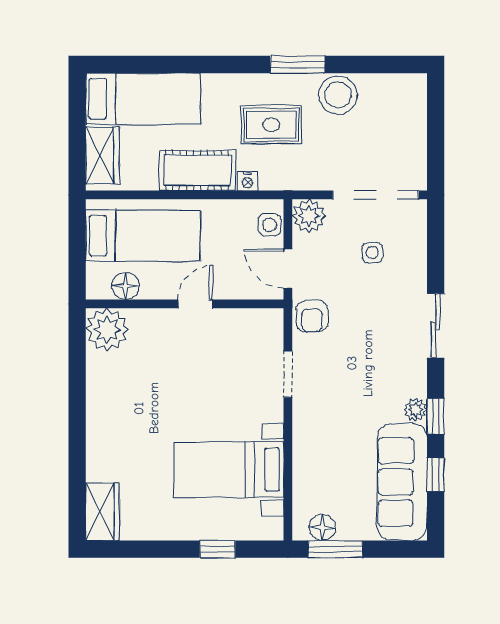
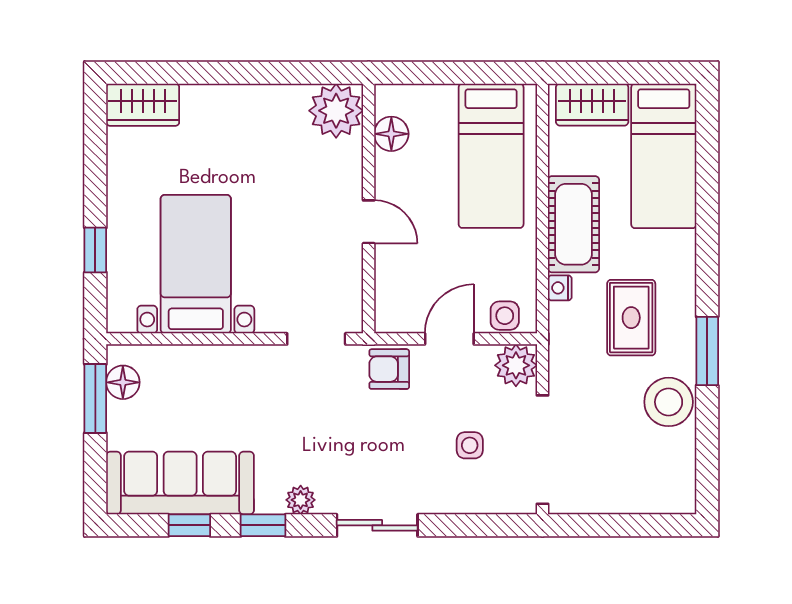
floor lamp: (126, 286) -> (391, 134), moved
wall: (185, 304) -> (369, 208), moved
door: (195, 304) -> (369, 222), moved
plant: (107, 330) -> (336, 111), moved
plant: (416, 410) -> (301, 500), moved

